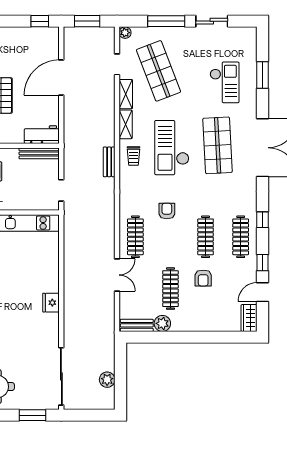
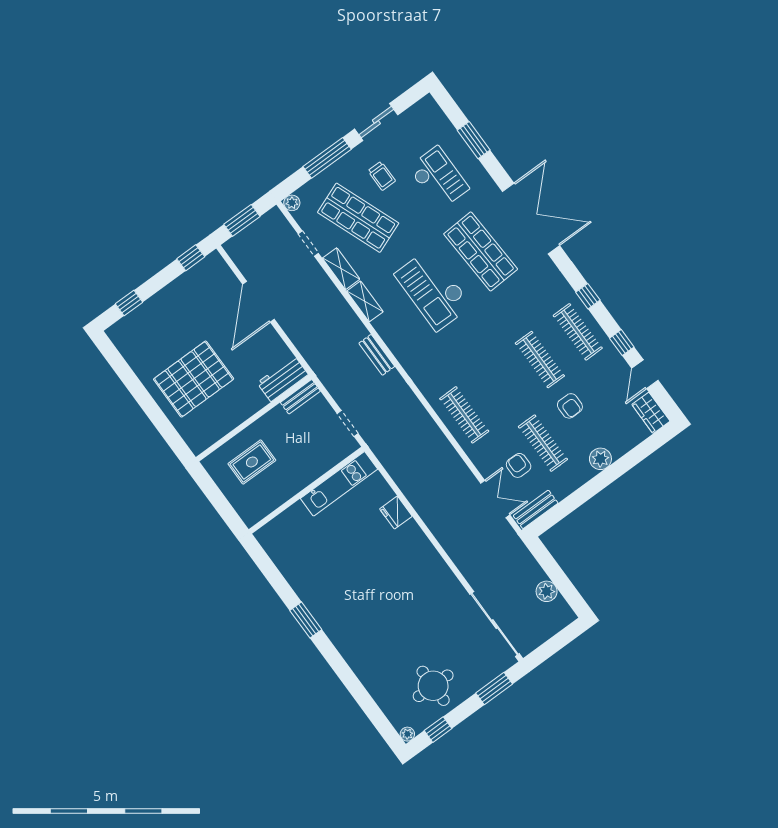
bench: (39, 153) -> (300, 397), width x0.73
trolley: (133, 156) -> (382, 176), moved
armchair: (167, 211) -> (519, 465), moved
double door: (117, 275) -> (495, 499), moved
fridge: (51, 303) -> (396, 513), moved
plant: (162, 323) -> (600, 459), moved

